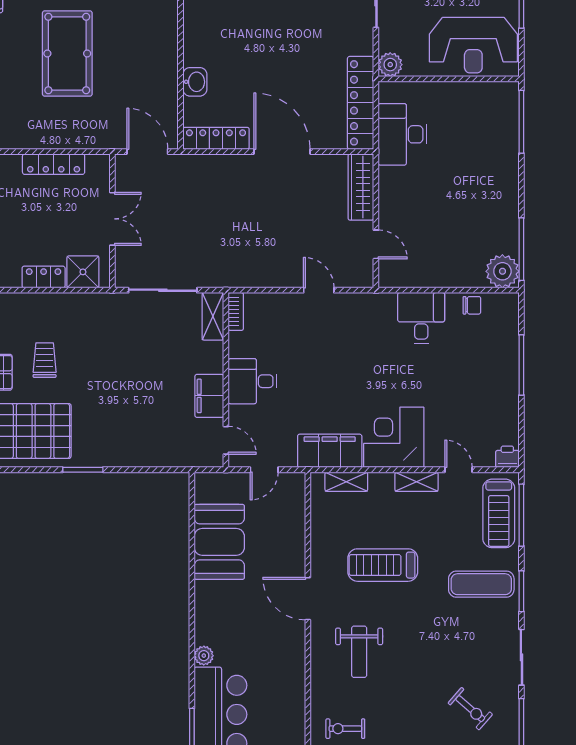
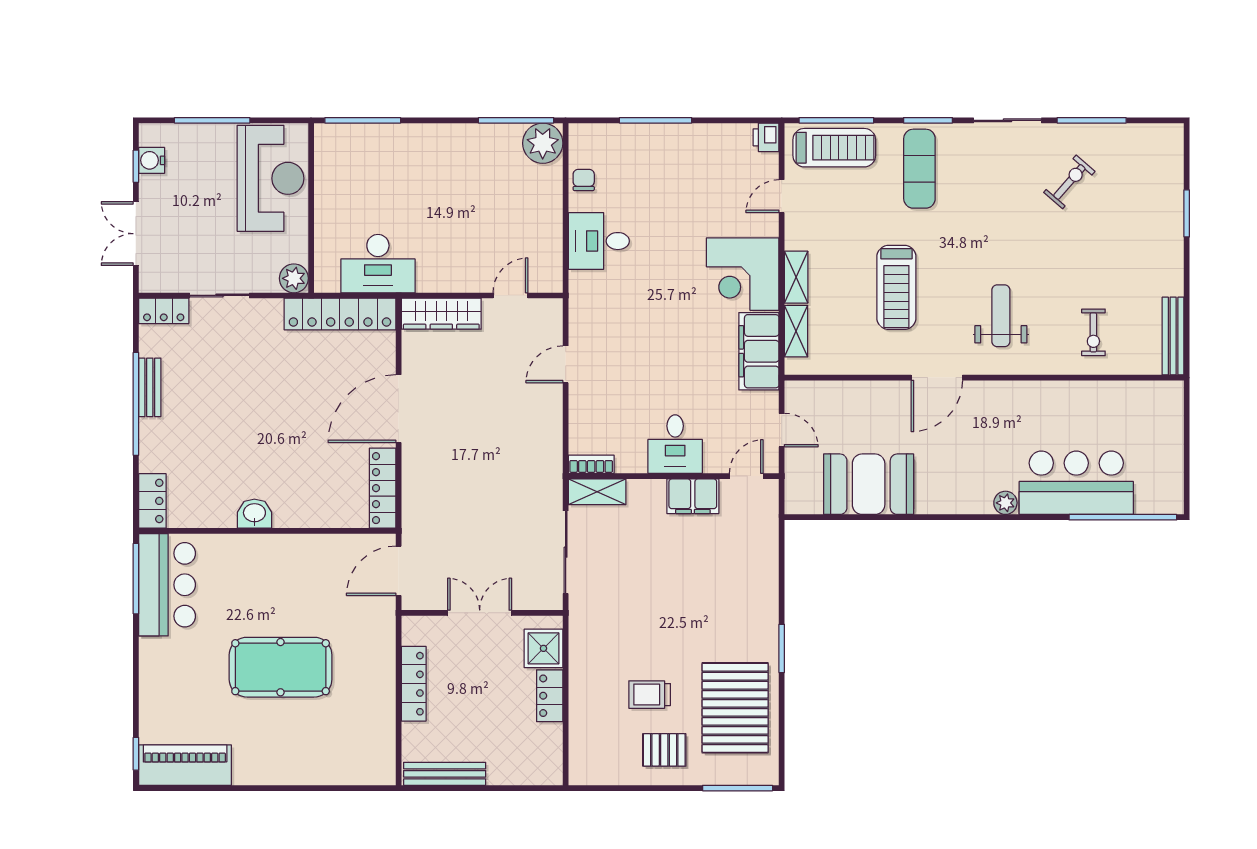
washbasin: (195, 82) -> (254, 514), moved
shelving: (417, 482) -> (796, 277), moved
weight bench: (359, 652) -> (1001, 316), turned -90

